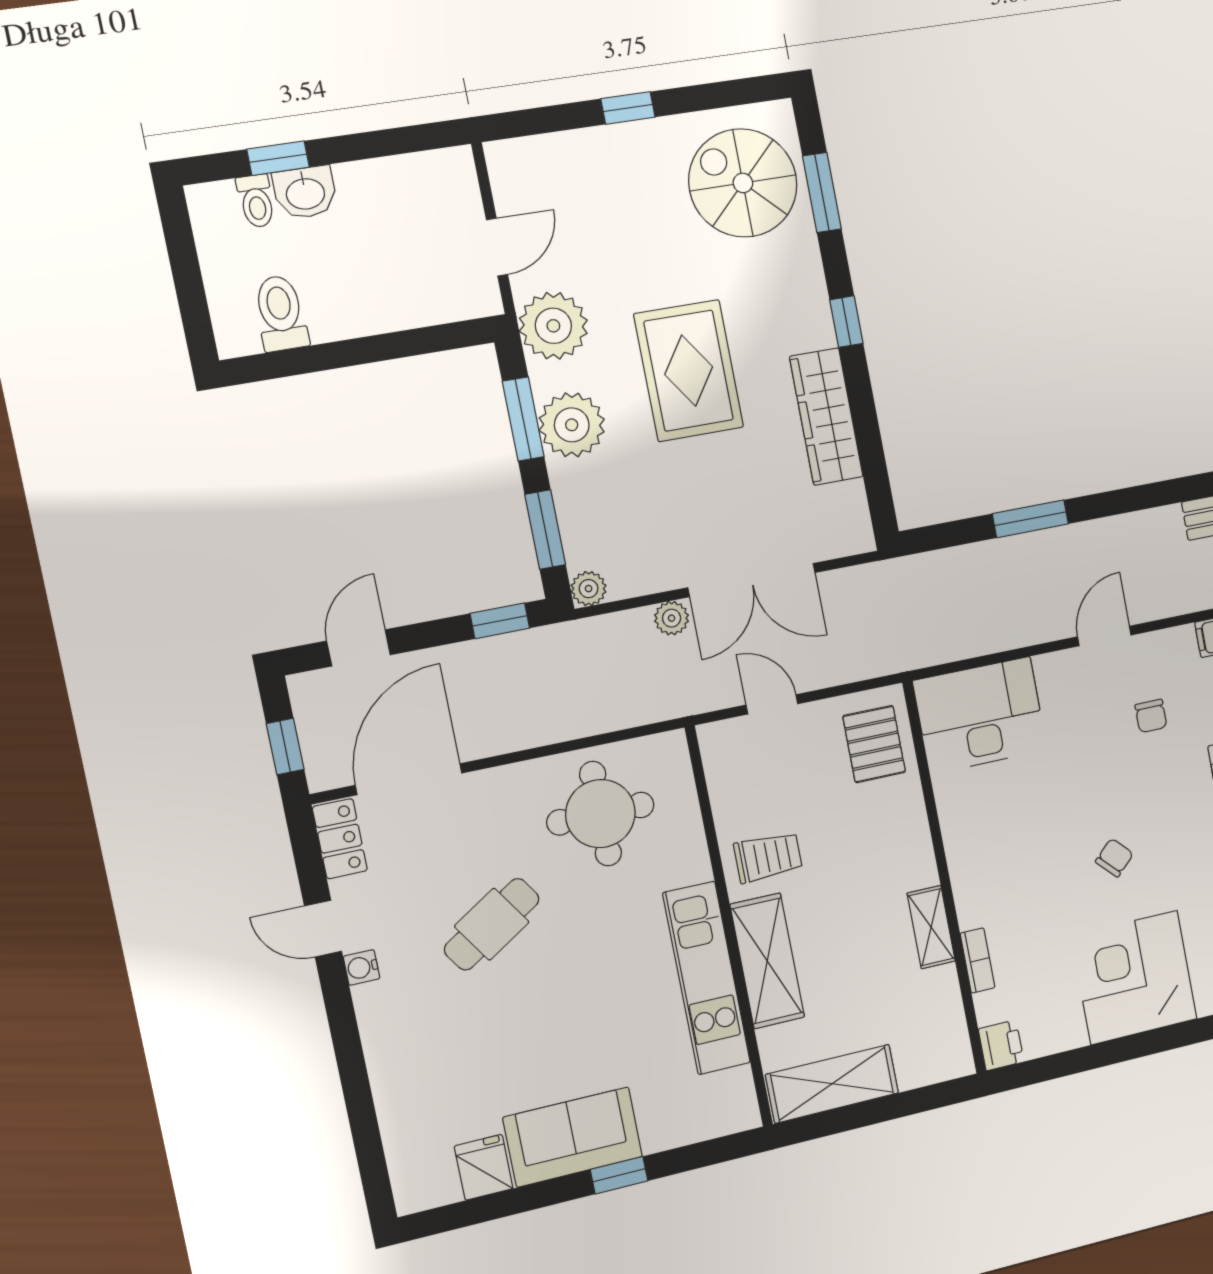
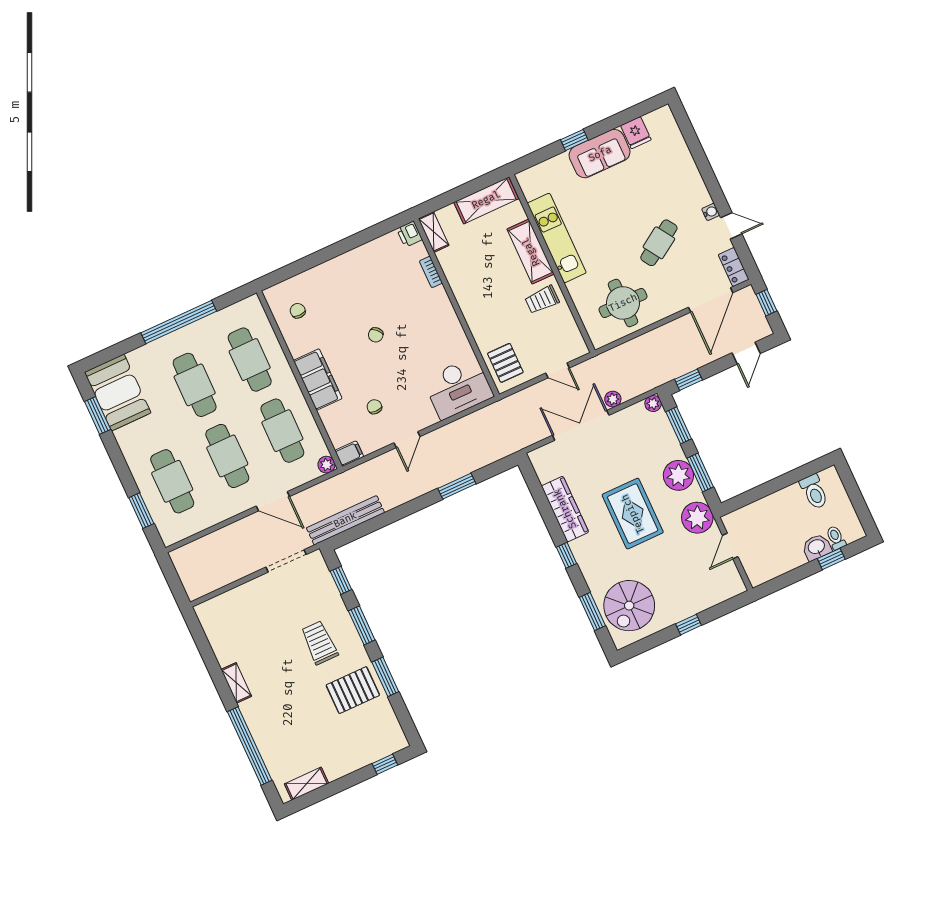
spiral stairs: (743, 183) -> (629, 606), turned 90
shelving: (931, 927) -> (434, 232), moved
corner desk: (1134, 977) -> (352, 279), removed

